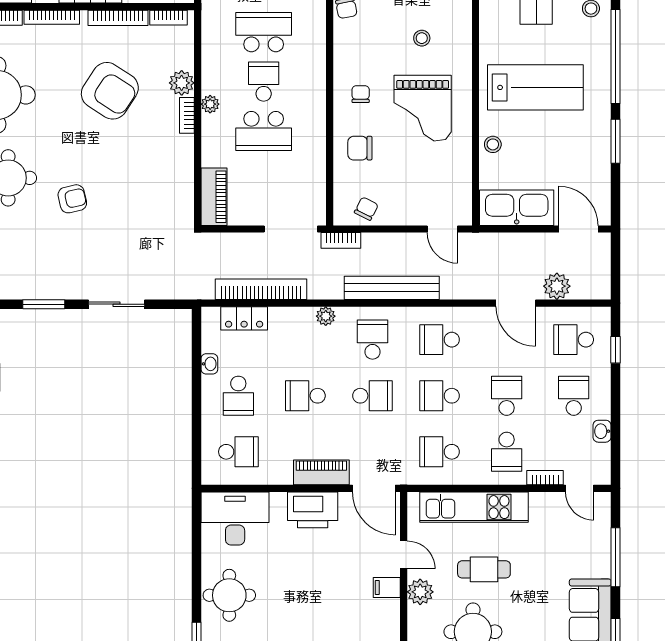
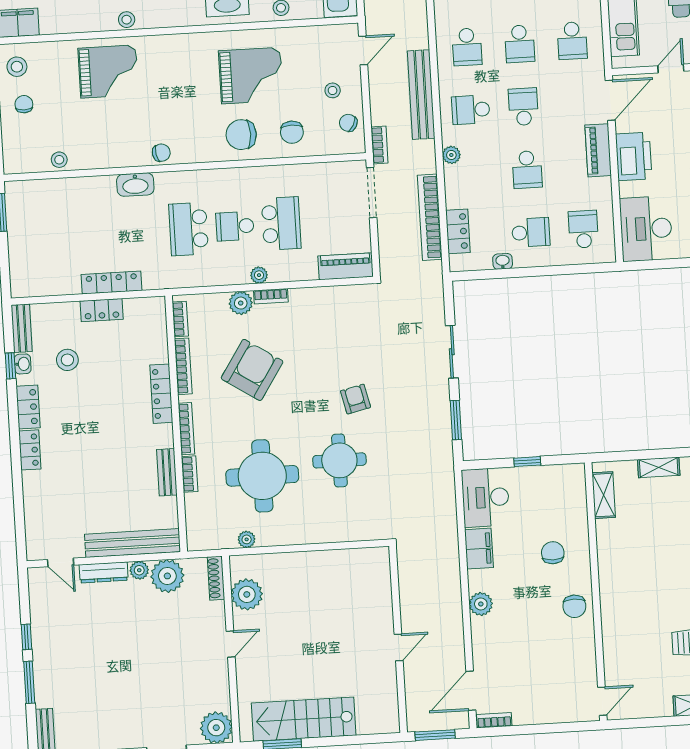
stool: (422, 38) -> (333, 90), moved
chair: (361, 94) -> (241, 135), width x1.87, depth x1.87

